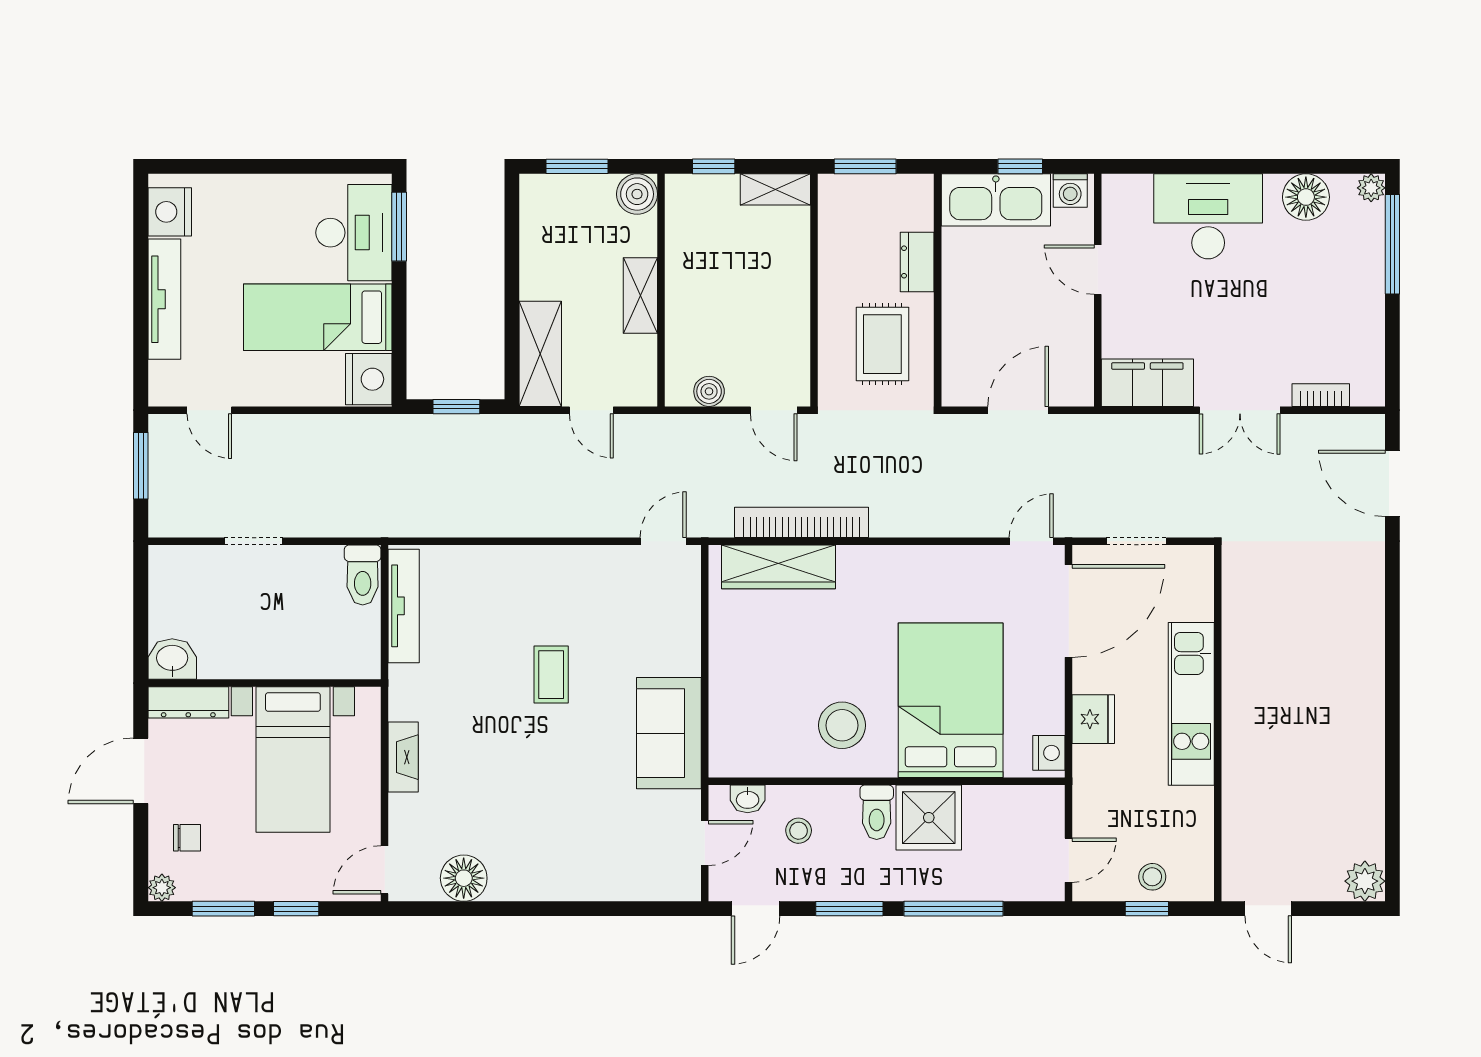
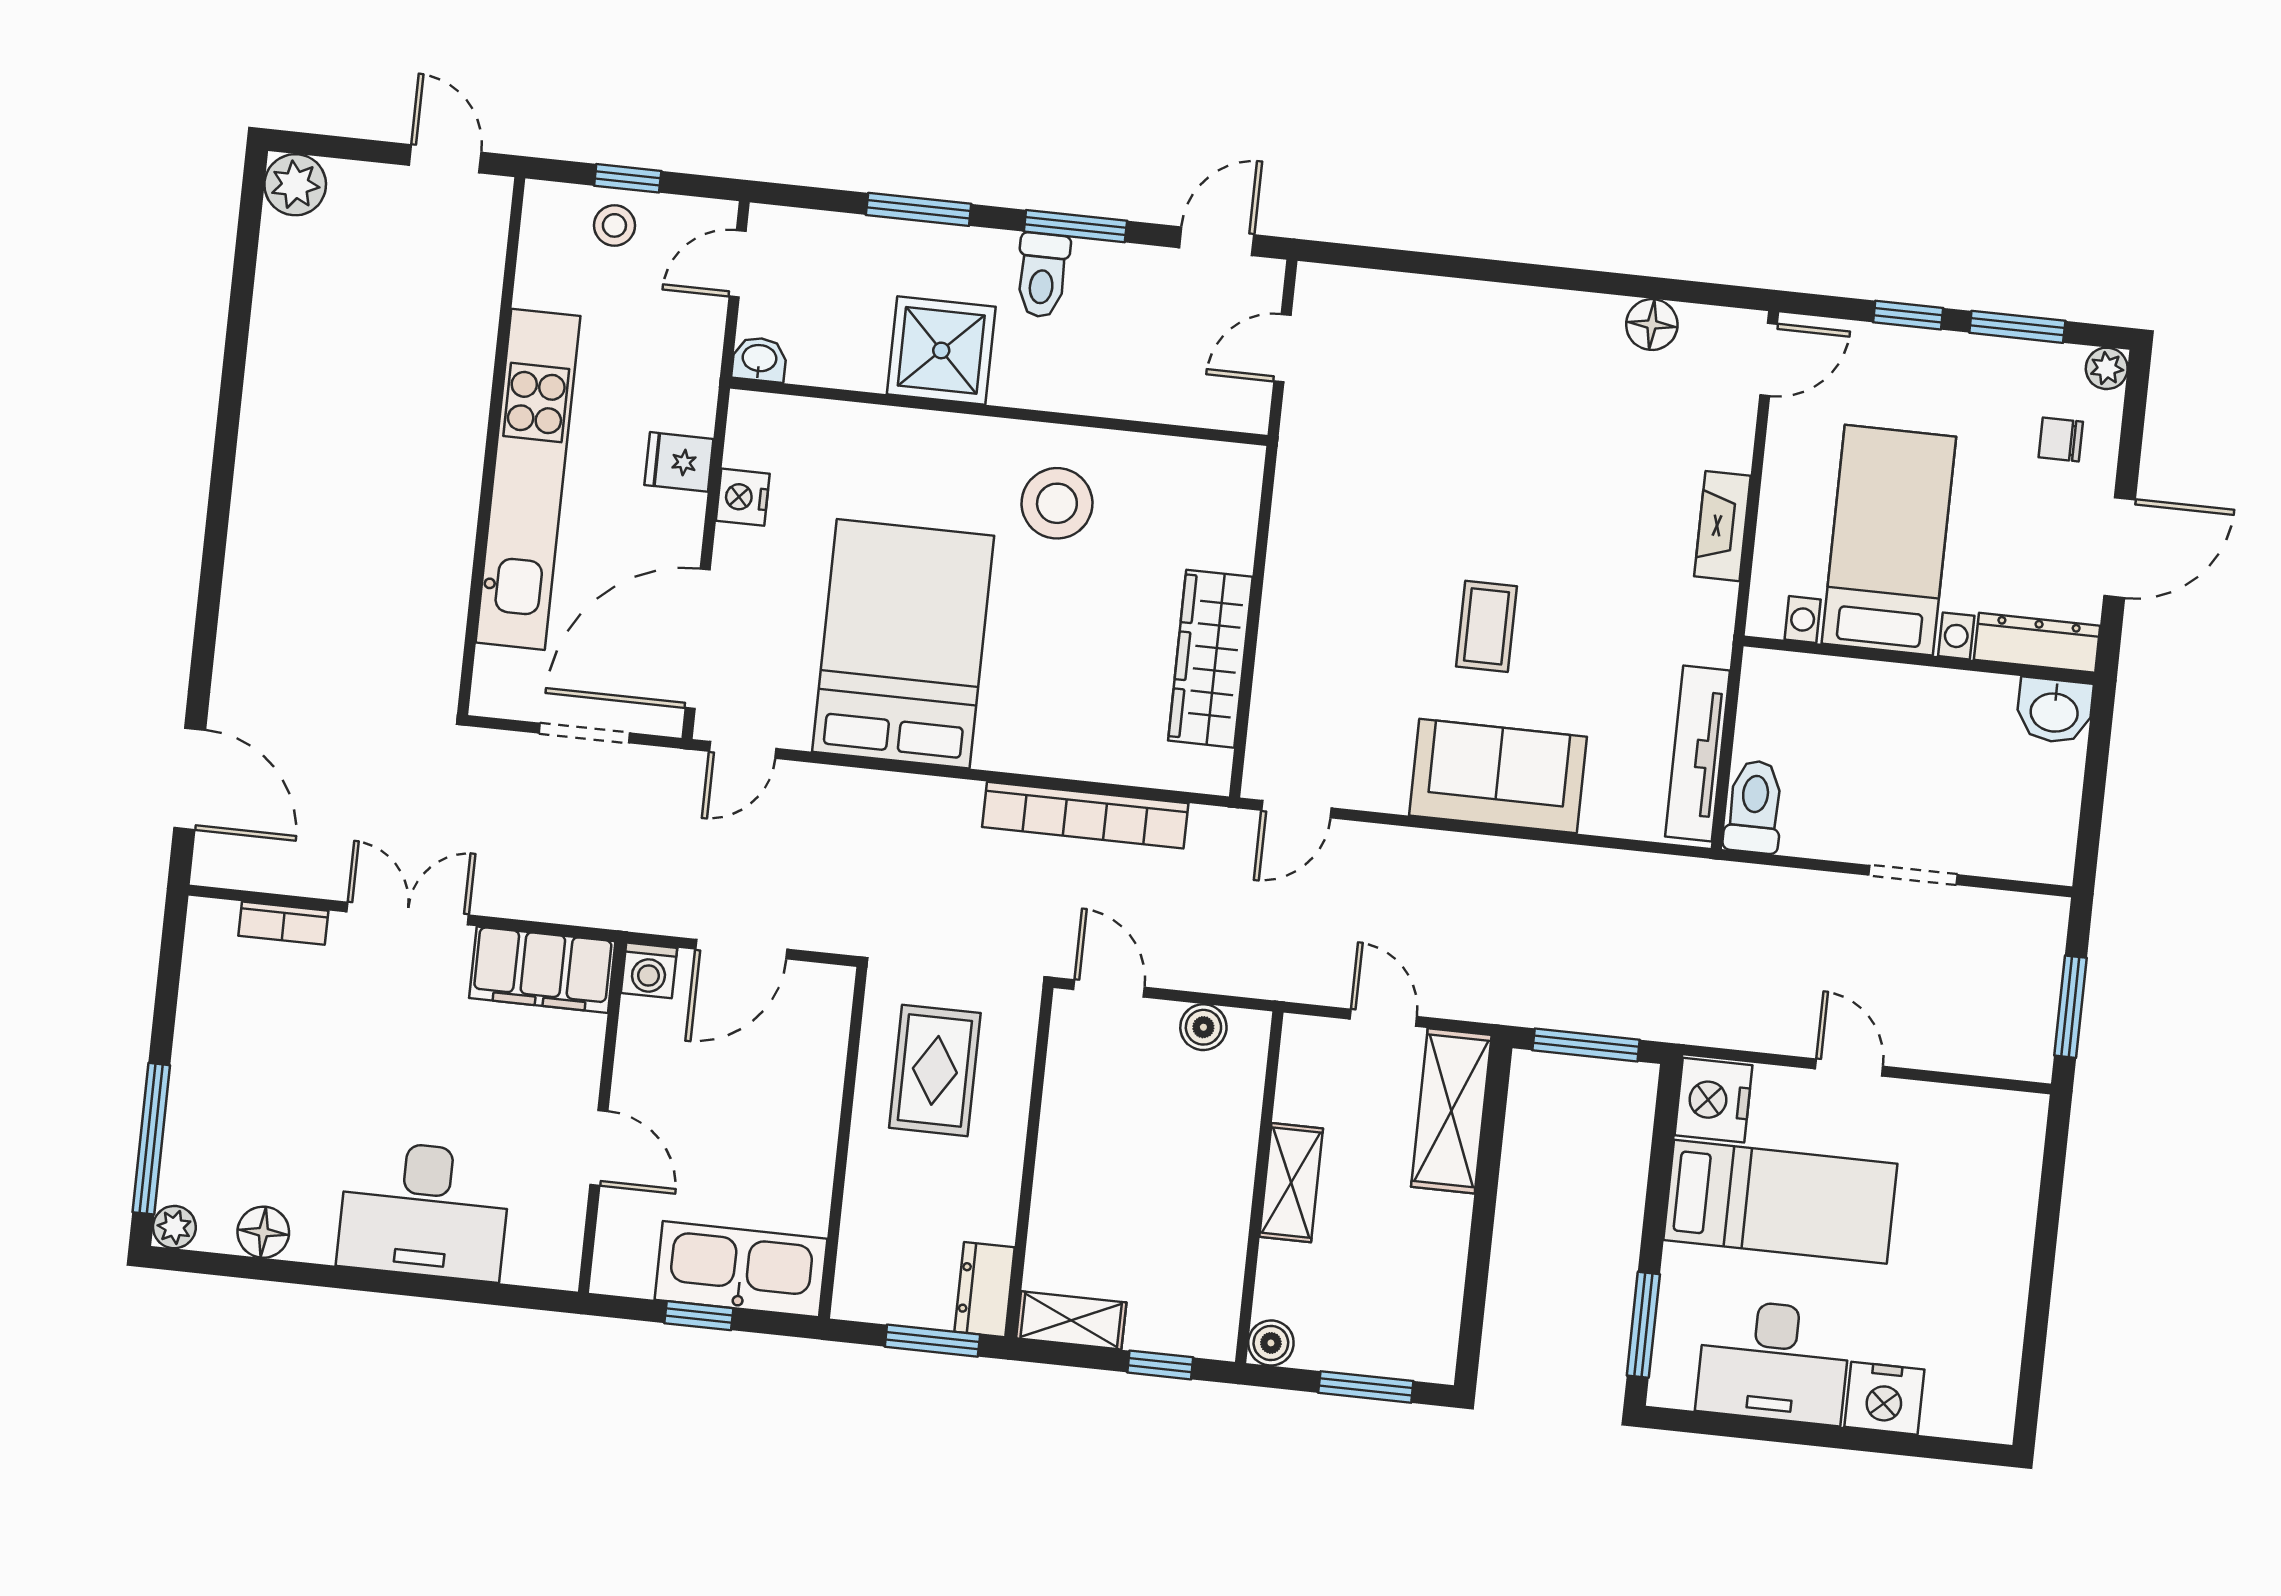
washing machine: (1070, 191) -> (649, 970), moved, turned 180
boiler: (637, 194) -> (1271, 1343), width x0.73, depth x0.73
floor lamp: (1306, 197) -> (263, 1232), width x0.73, depth x0.73
nightstand: (170, 212) -> (1884, 1398), moved, turned 90
desk: (354, 233) -> (1774, 1362), moved, turned -90
dresser: (917, 262) -> (985, 1290), moved, turned 180
tv unit: (164, 299) -> (2008, 1253), removed
window: (456, 407) -> (1586, 1045), width x1.50
door: (209, 410) -> (1849, 1068), moved
wardrobe: (779, 567) -> (1210, 659), moved, turned -90
bed: (951, 700) -> (903, 644), moved, turned 180
kitchen unit: (1191, 704) -> (528, 479), width x1.36
fridge: (1093, 719) -> (679, 462), width x0.72
sofa: (669, 733) -> (1498, 776), moved, turned -90
nightstand: (1049, 753) -> (743, 497), moved
washbasin: (748, 799) -> (759, 359), moved
toilet: (877, 812) -> (1042, 275), moved, turned 180
stool: (799, 831) -> (1139, 352), removed
floor lamp: (464, 878) -> (1652, 325), width x0.73, depth x0.73
window: (954, 909) -> (919, 209), width x0.69

